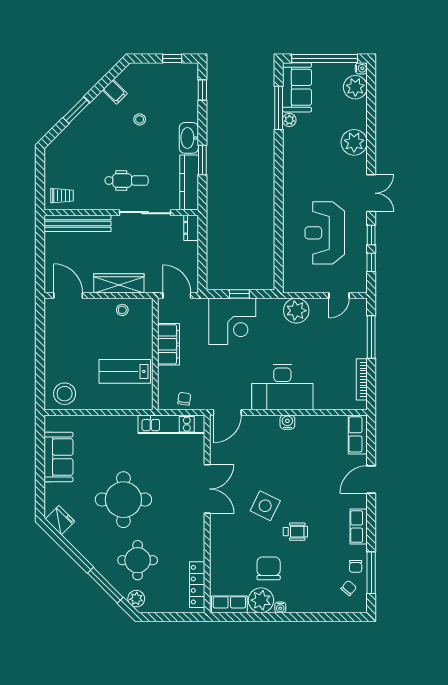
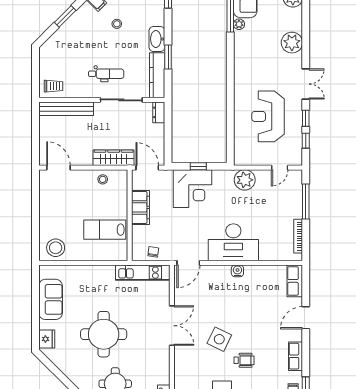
wardrobe: (119, 283) -> (114, 158), moved
fridge: (60, 520) -> (47, 339), moved, turned 45

